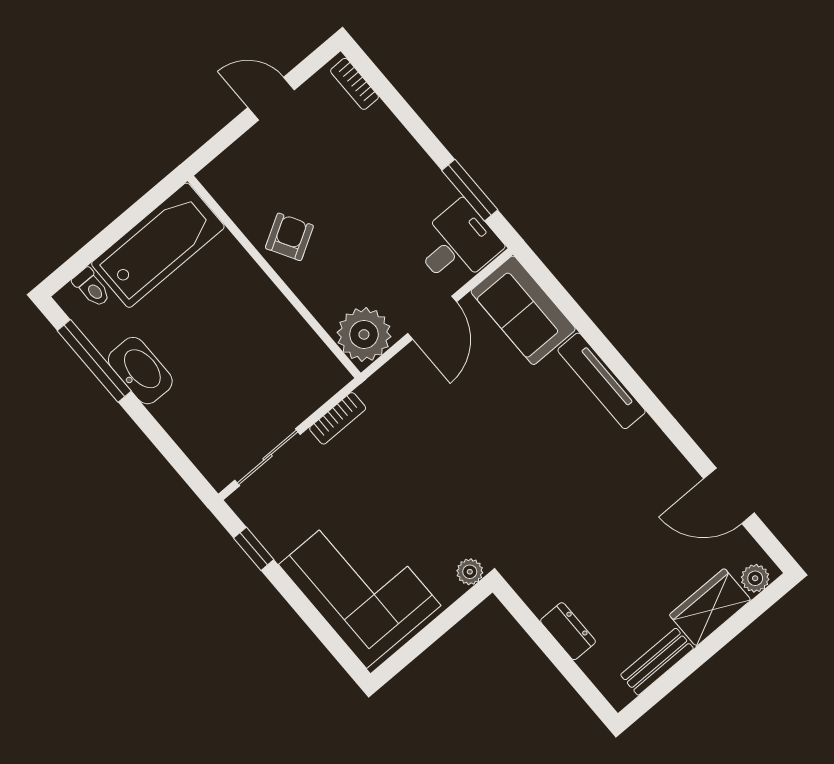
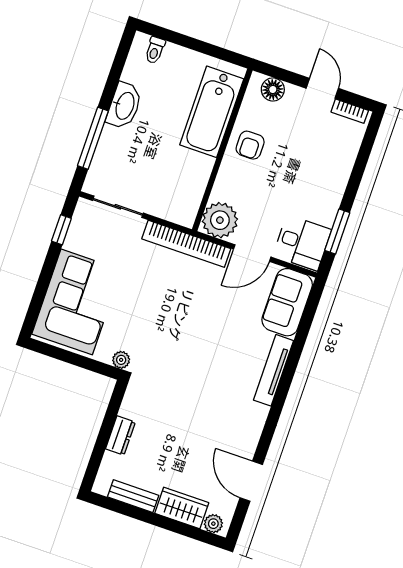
bookcase: (354, 84) -> (350, 111), moved, turned -90
floor lamp: (234, 164) -> (273, 90), added
armchair: (289, 237) -> (250, 145), turned 120
bathtub: (158, 245) -> (212, 112), moved, turned 90
window: (94, 361) -> (93, 138), moved
bookcase: (338, 418) -> (186, 244), width x2.31, depth x1.31

